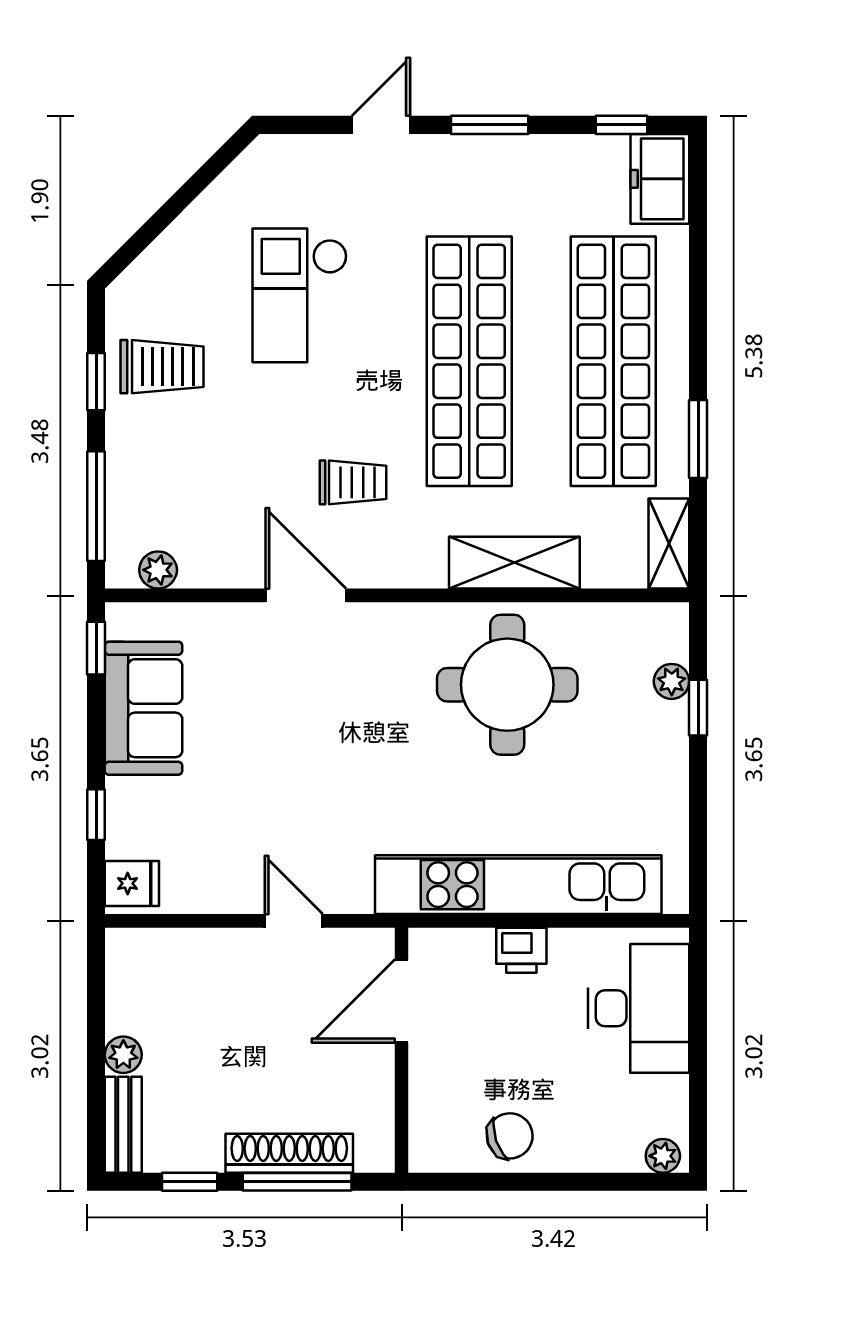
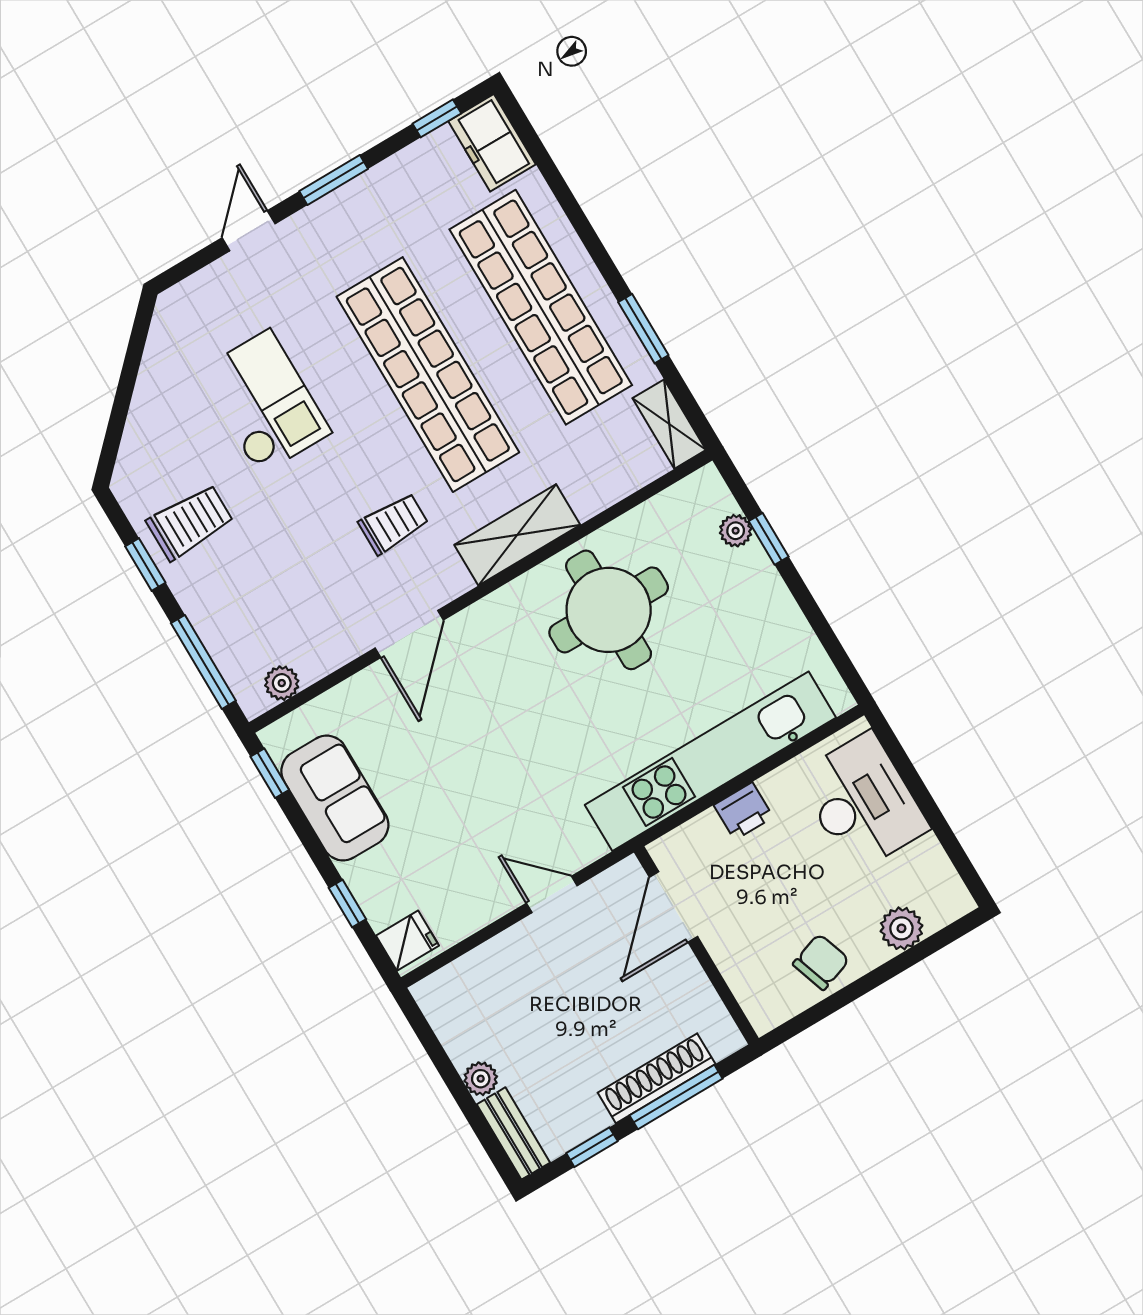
checkout: (300, 295) -> (264, 402), turned 180
shelving: (514, 563) -> (517, 535), moved
door: (306, 595) -> (409, 634), swing flipped
plant: (663, 1156) -> (901, 928), moved, width x1.38, depth x1.38

